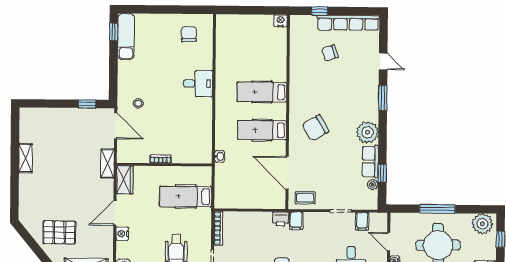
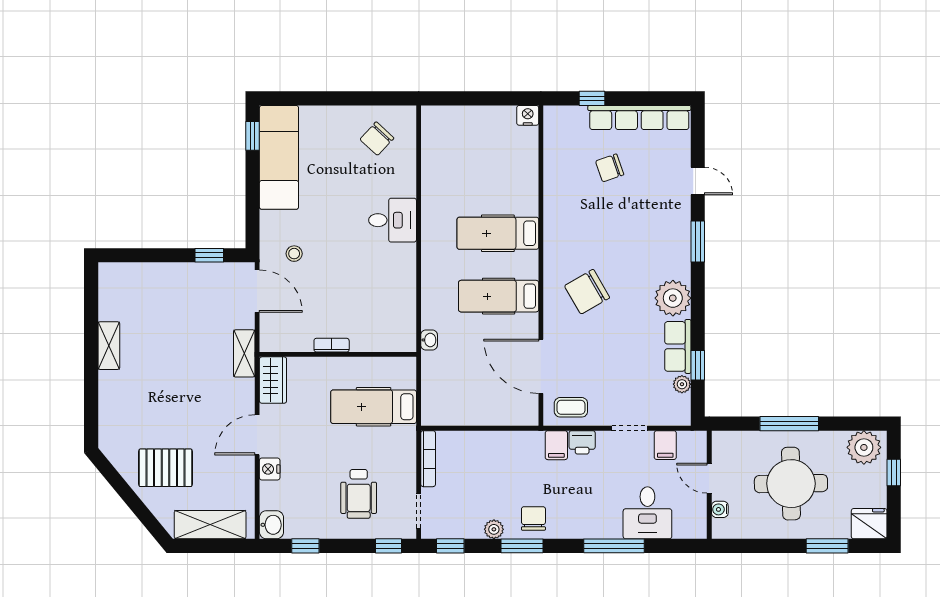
chair: (189, 34) -> (377, 139), turned -137
exam couch: (126, 37) -> (279, 157), width x1.36, depth x1.45
printer: (281, 219) -> (582, 442), moved

